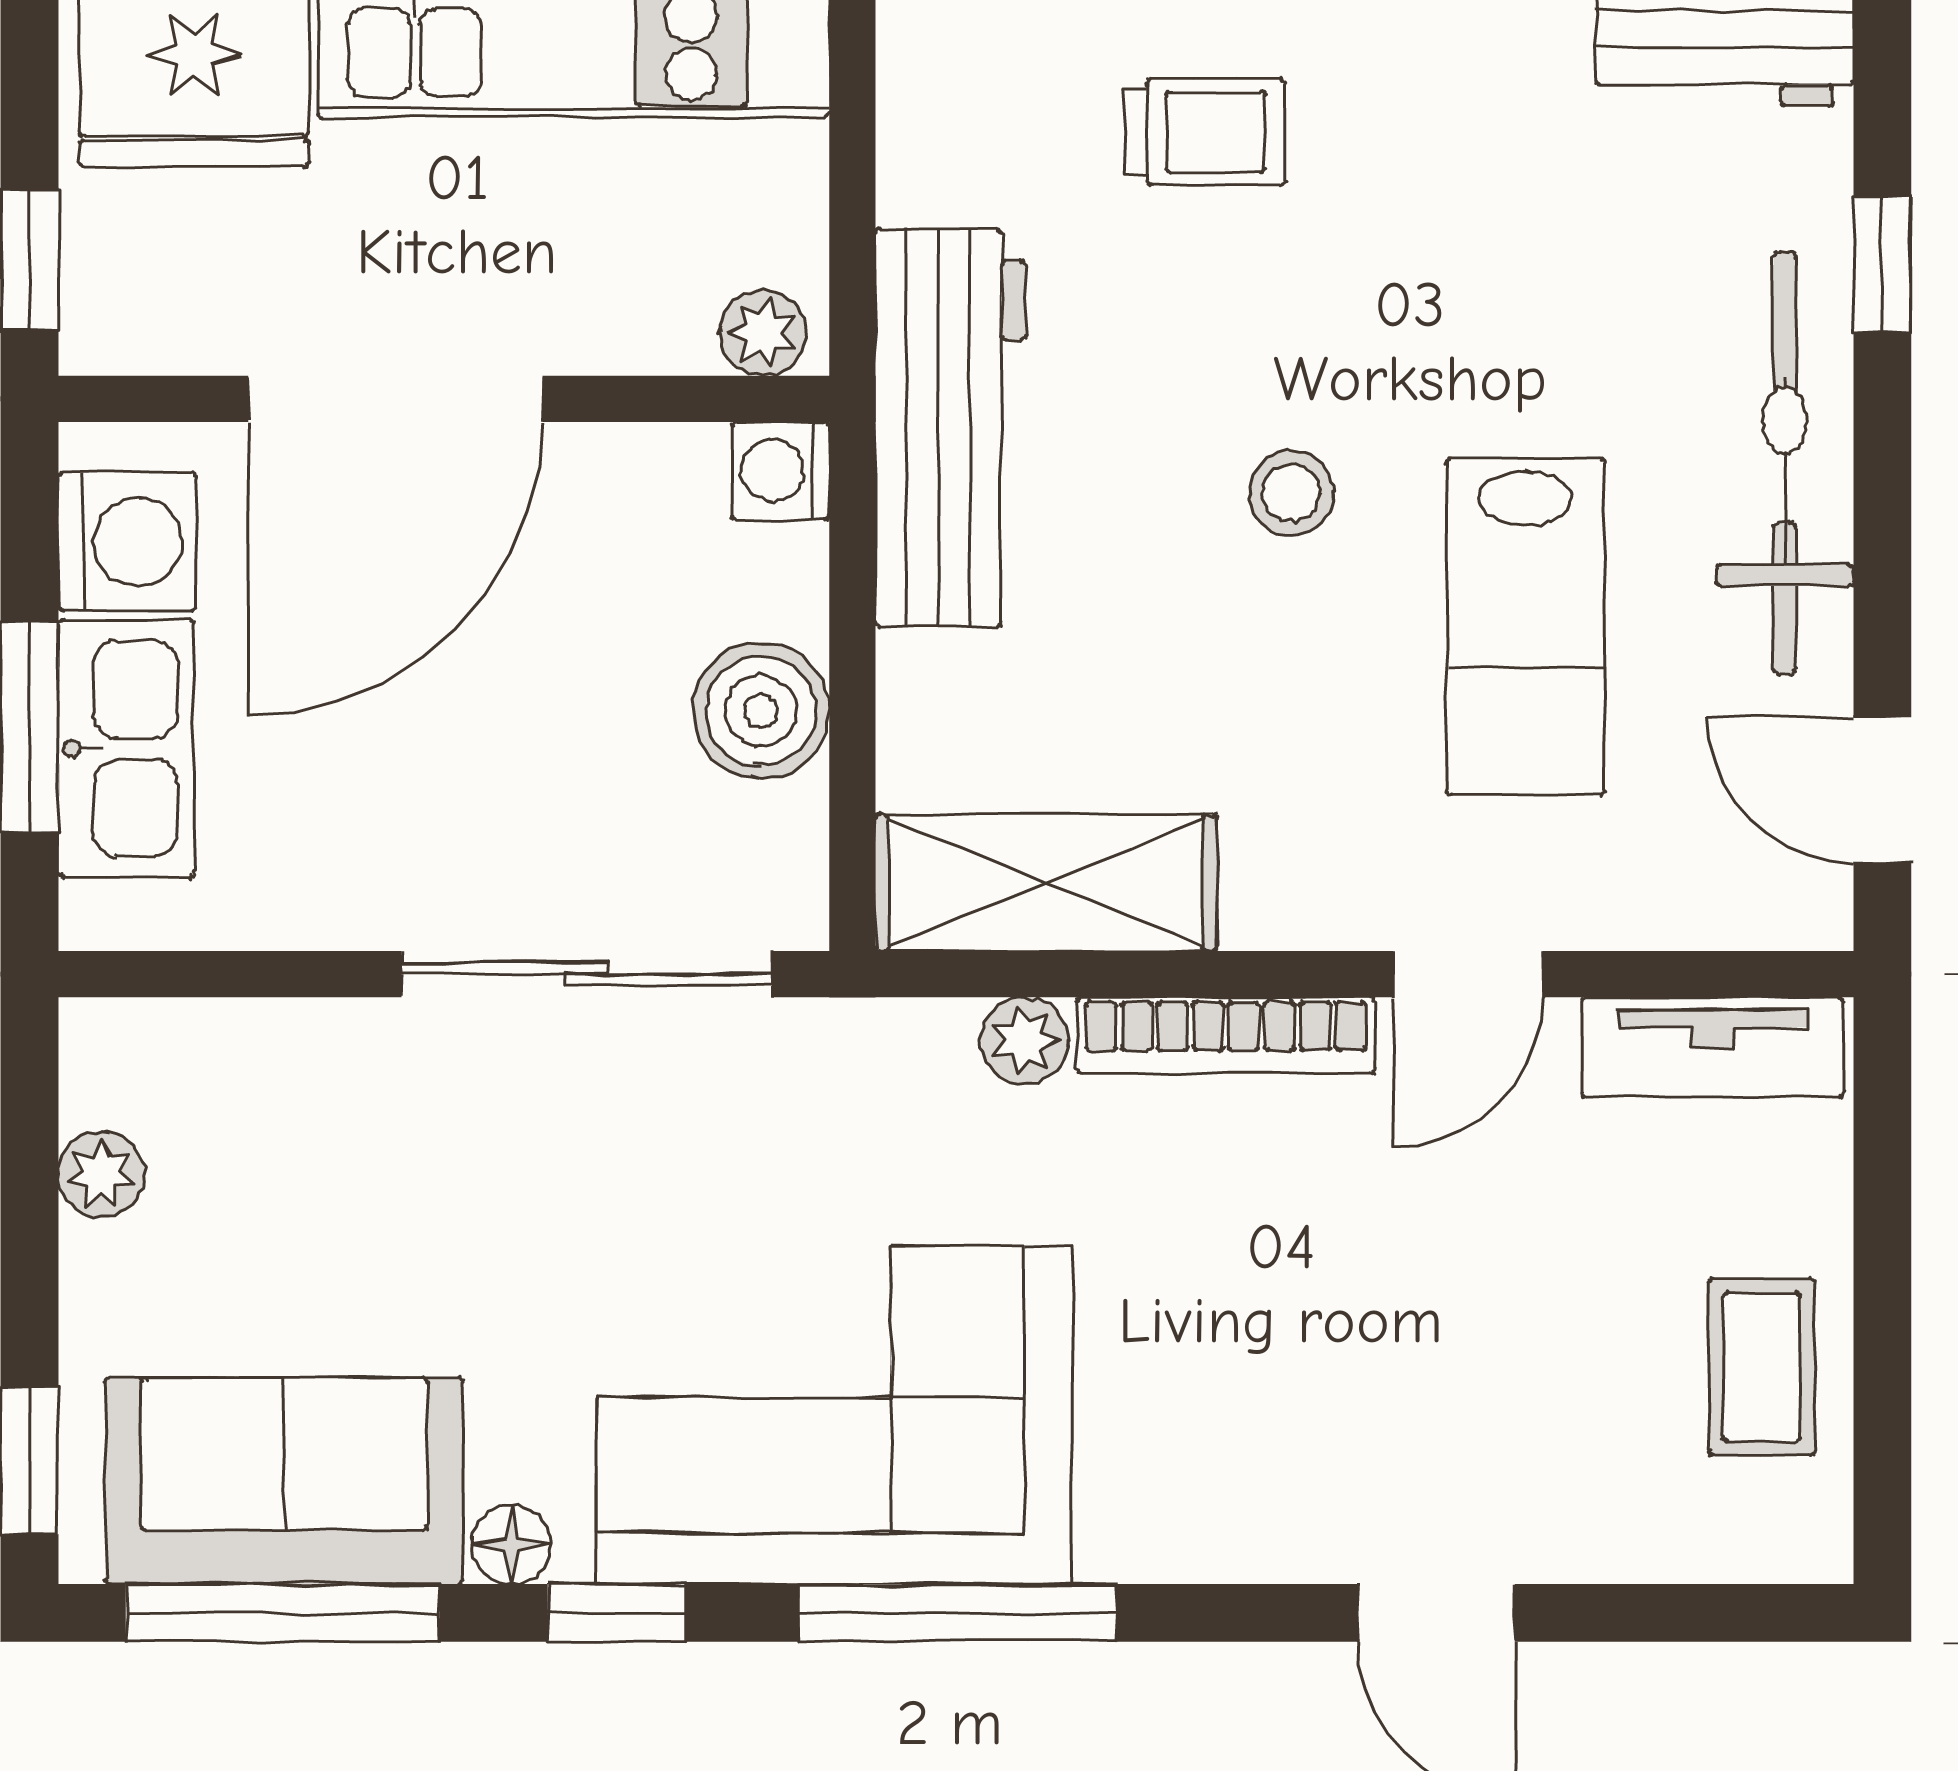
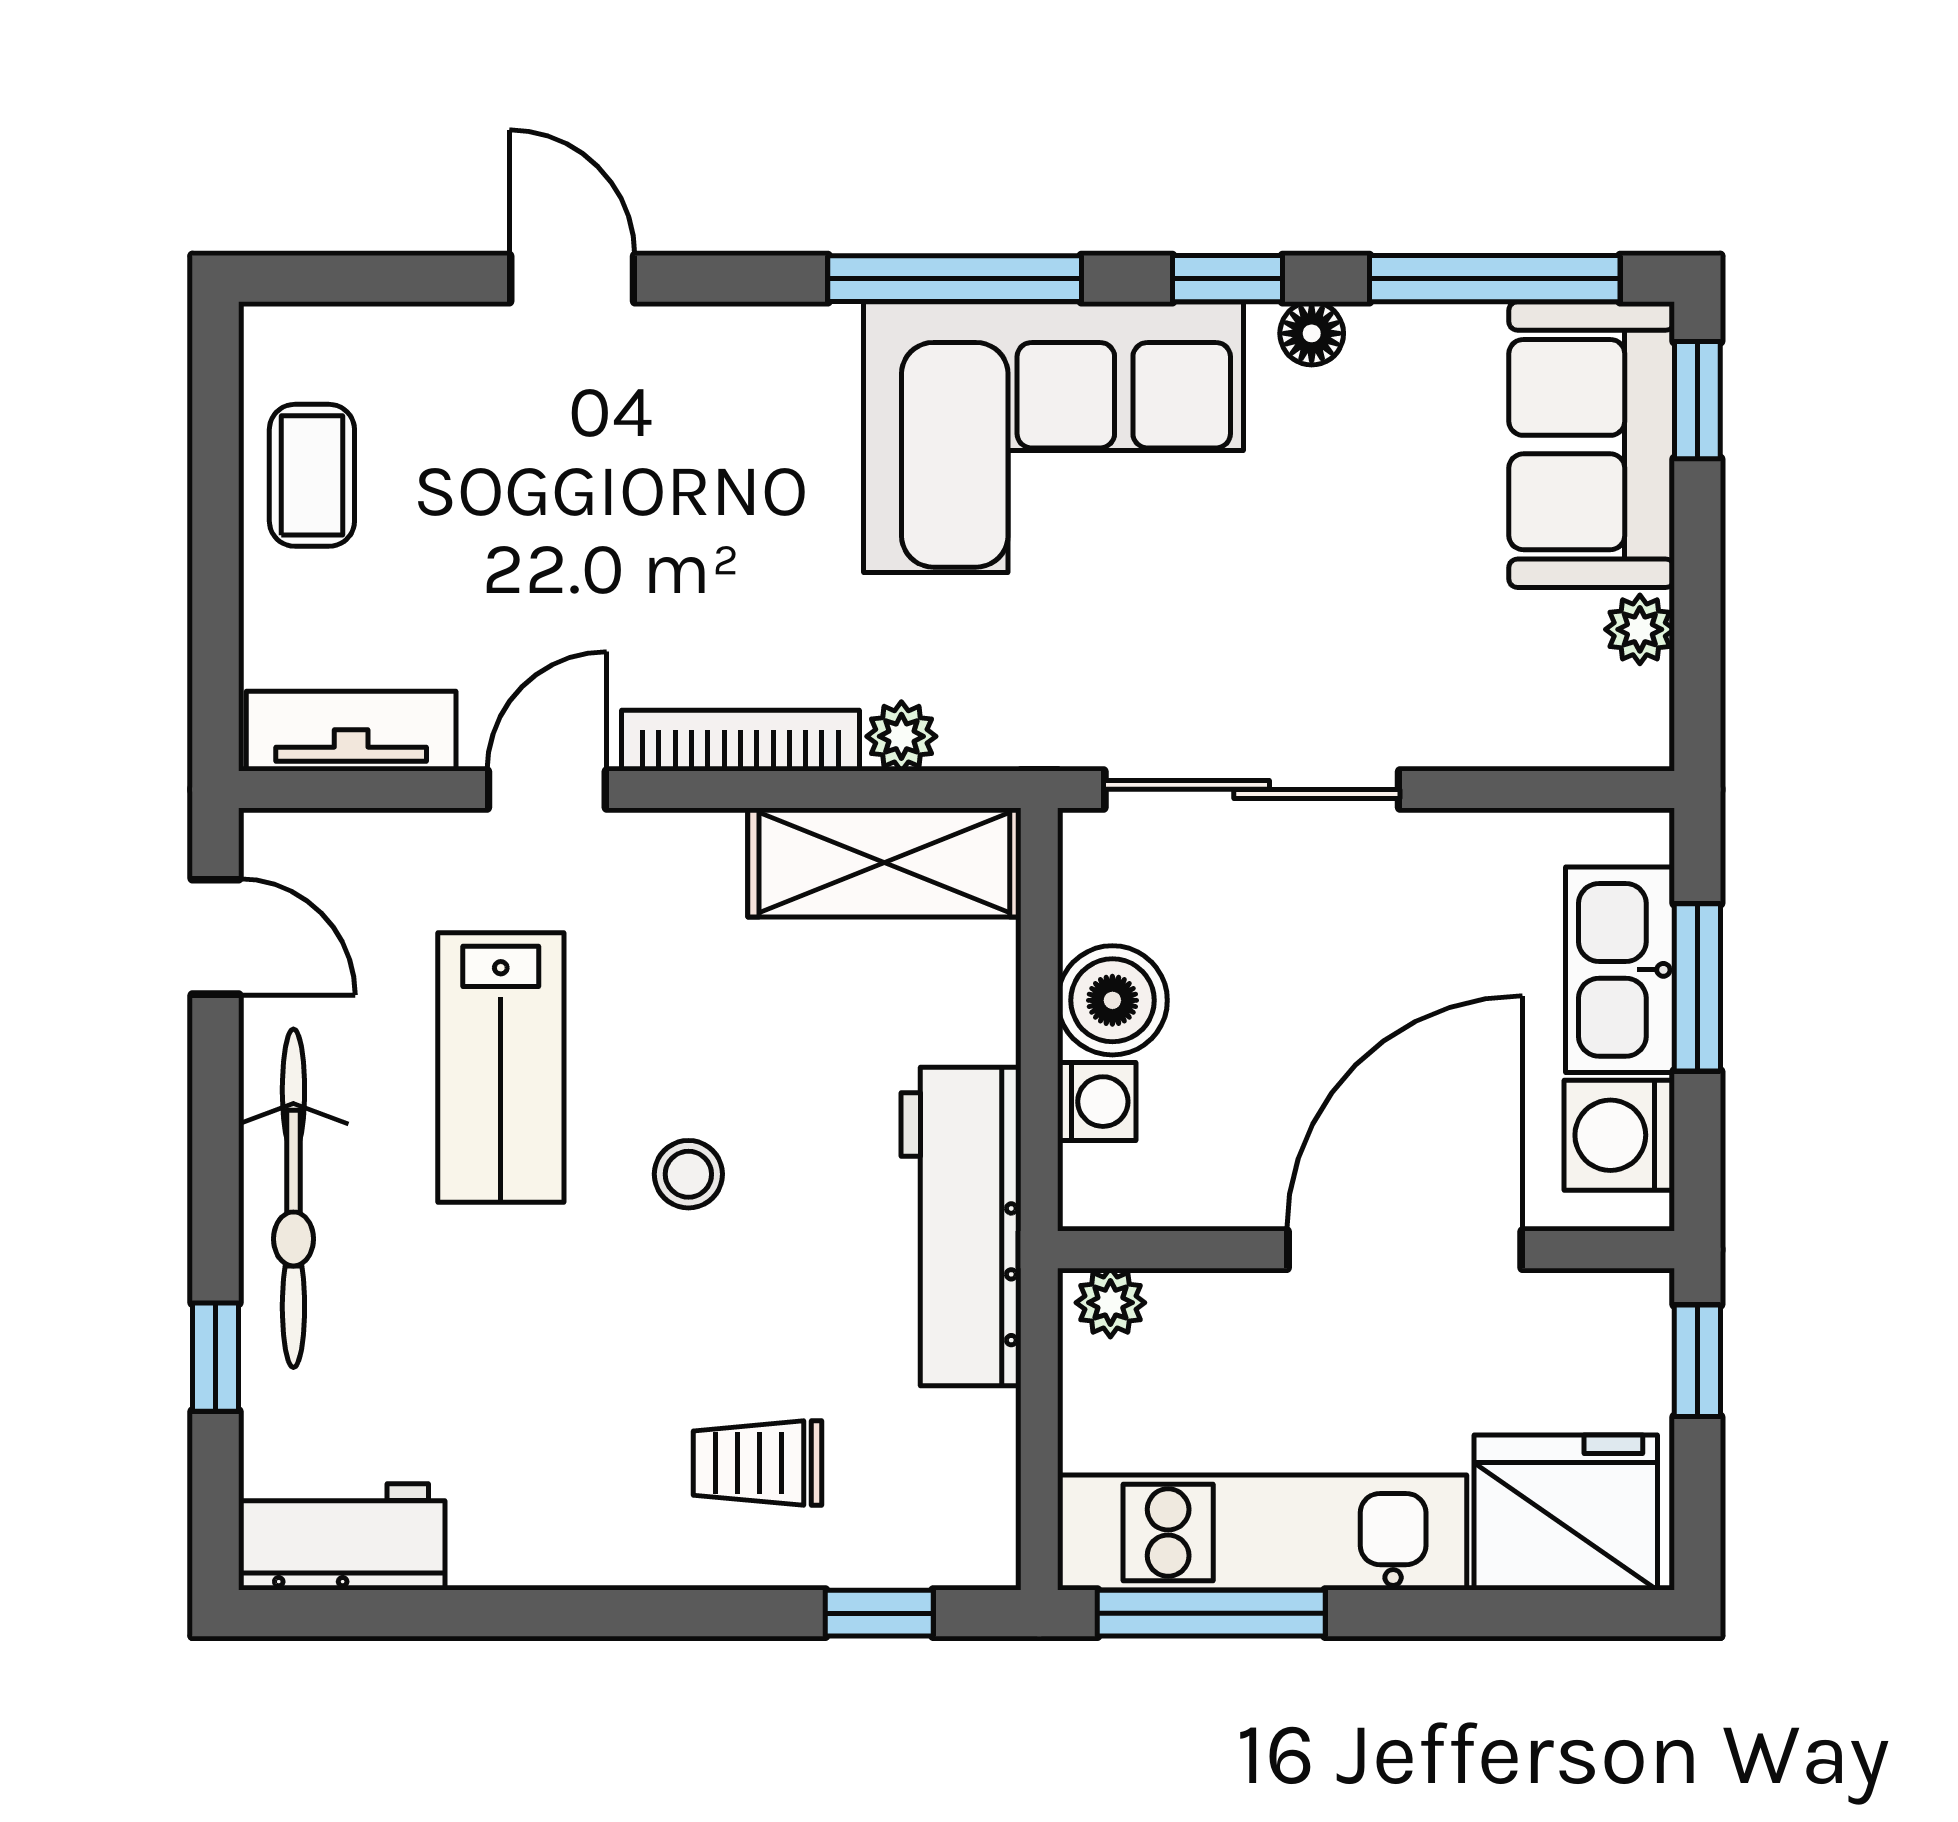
washing machine: (780, 471) -> (1097, 1102), moved
lab bench: (1526, 627) -> (501, 1067), turned 180
sofa: (284, 1481) -> (1592, 445), moved, turned 90

